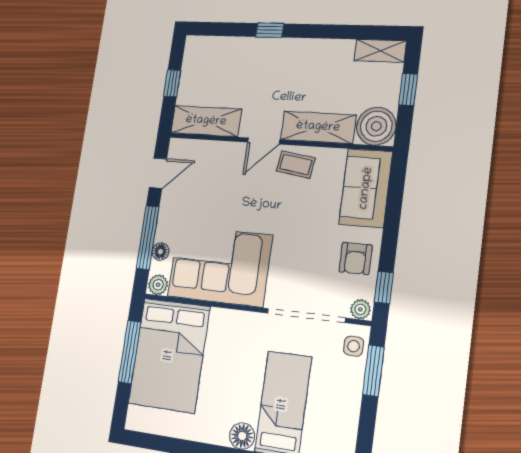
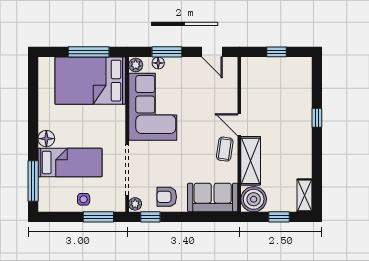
shelving: (206, 121) -> (251, 81), removed
window: (148, 238) -> (167, 52), width x0.69
side table: (354, 346) -> (84, 199), moved

